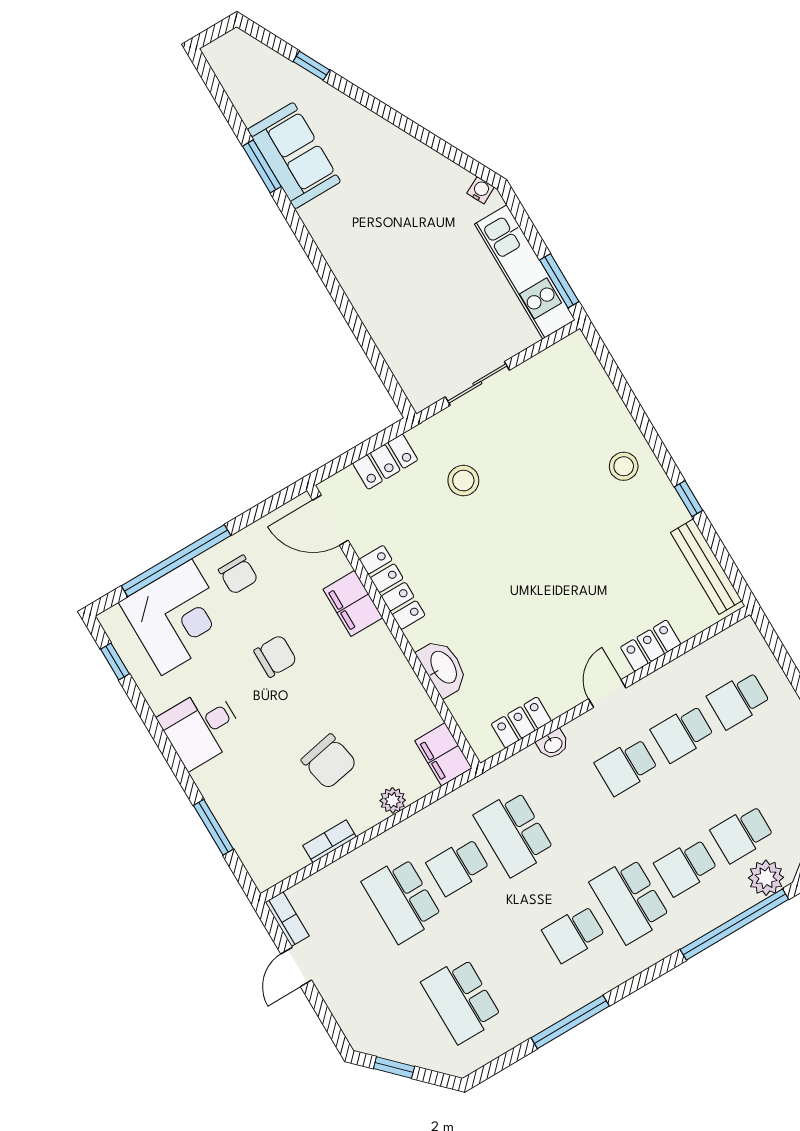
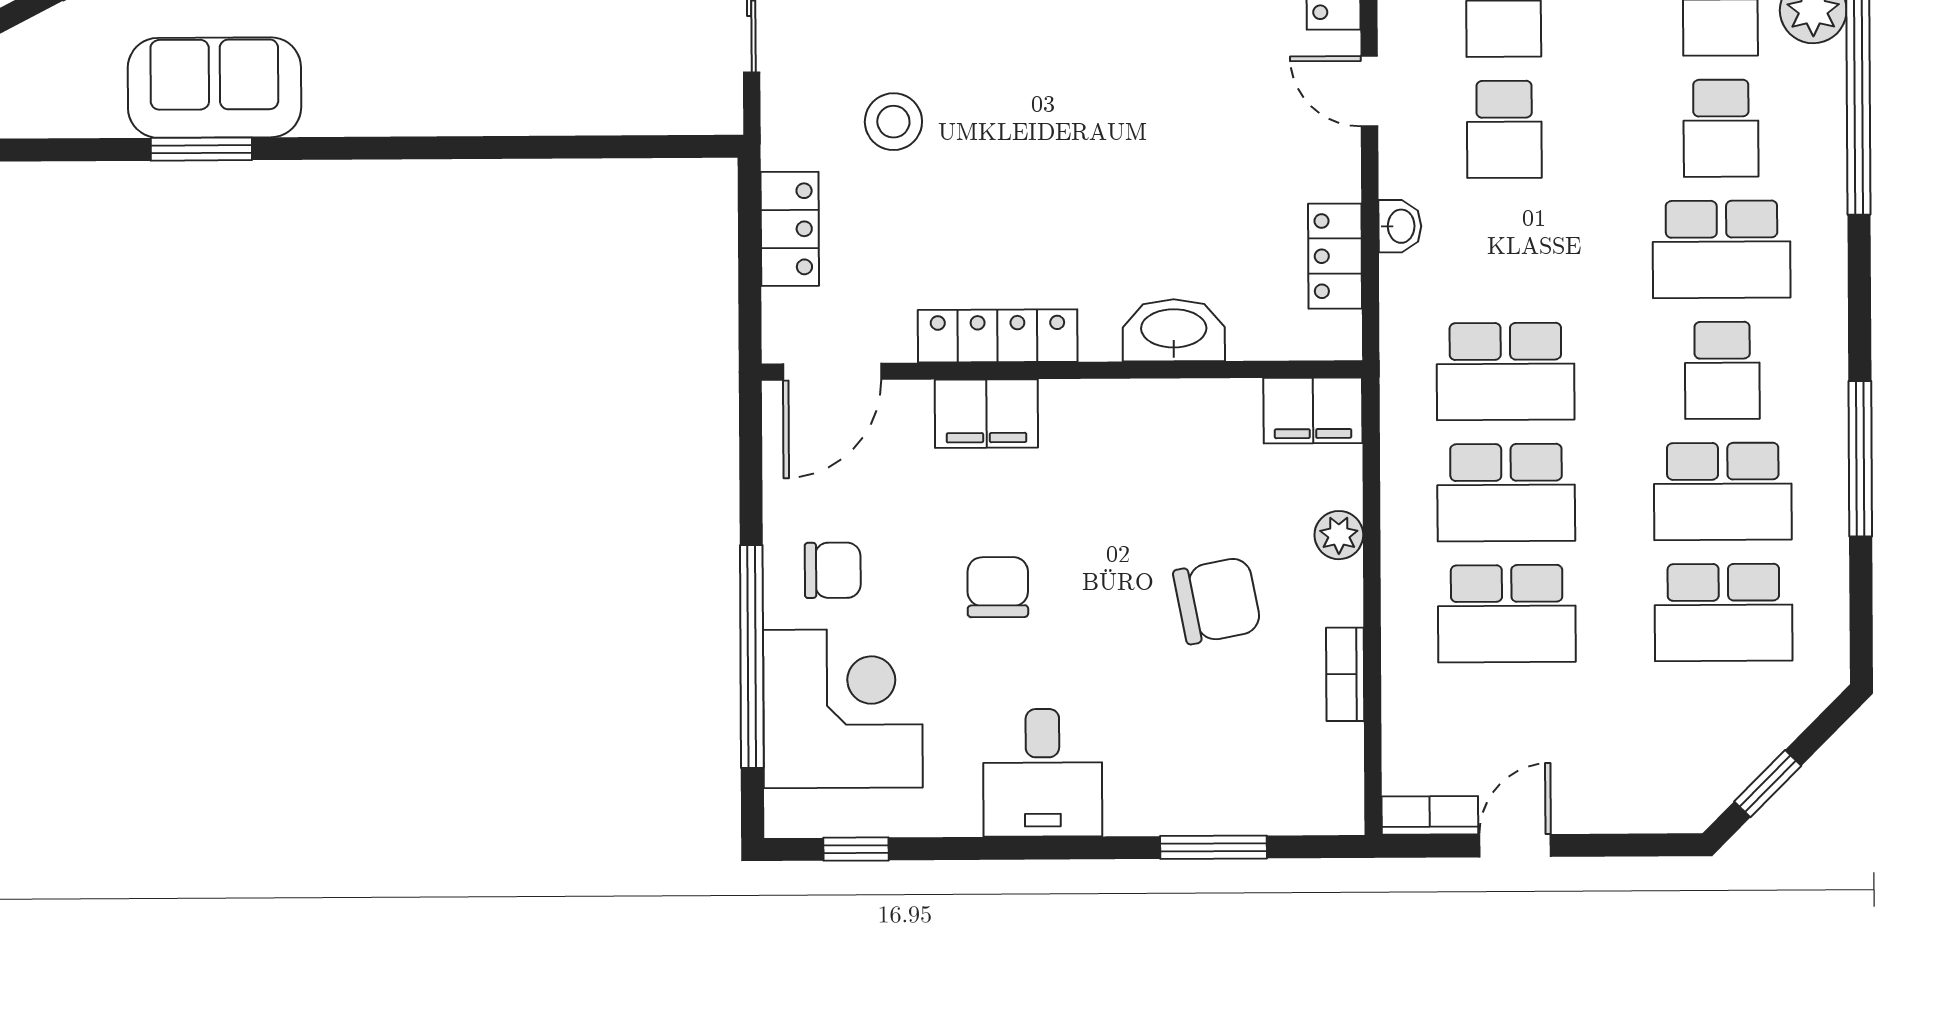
school desk: (458, 867) -> (1506, 493), width x1.85
door: (296, 967) -> (1515, 846), swing flipped
school desk: (518, 967) -> (1723, 491), added

